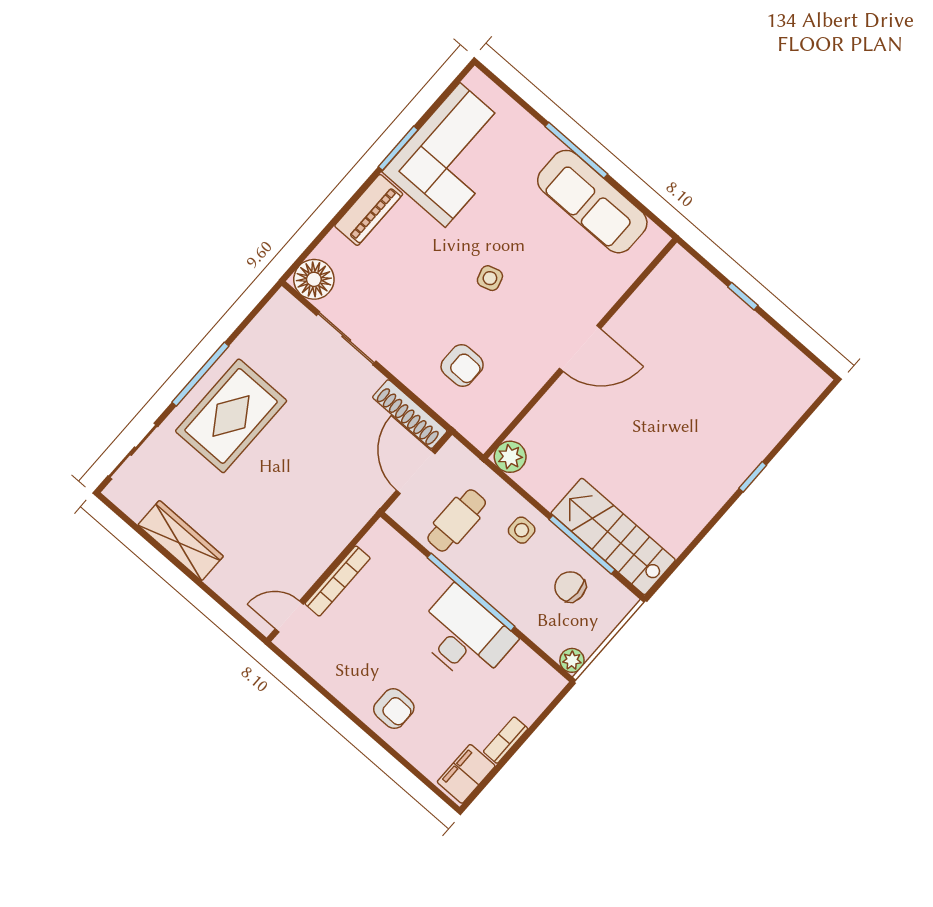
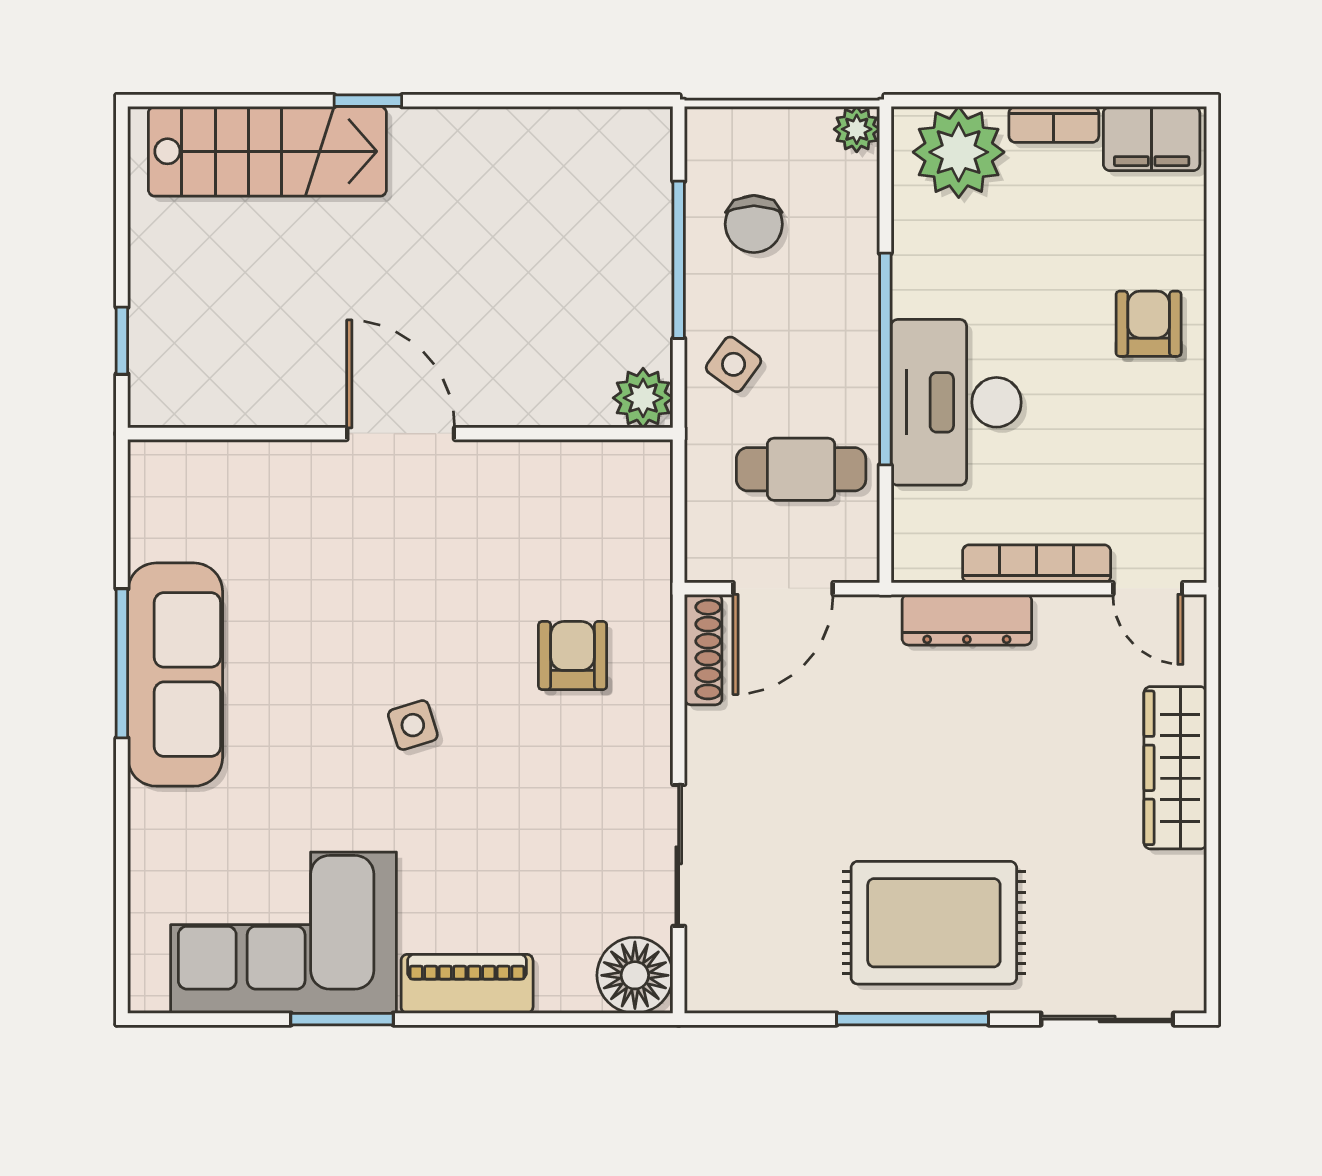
window: (576, 150) -> (122, 663), moved
door: (580, 348) -> (401, 434), moved
wall: (580, 348) -> (400, 434), moved
shoe rack: (410, 414) -> (703, 650), width x0.74, depth x0.81
plant: (510, 457) -> (643, 398), moved
side table: (522, 530) -> (734, 364), turned 36
dresser: (340, 534) -> (967, 620), added
stairs: (613, 536) -> (267, 151), moved, turned -90
wardrobe: (181, 541) -> (1175, 768), moved
desk: (465, 636) -> (956, 402), moved
plant: (528, 693) -> (959, 152), added

